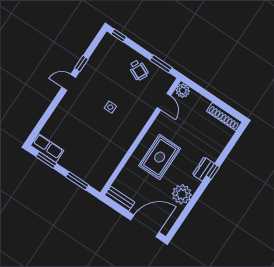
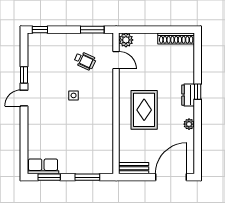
wheelchair: (139, 70) -> (85, 61), moved
plant: (182, 194) -> (189, 124), width x0.53, depth x0.53

